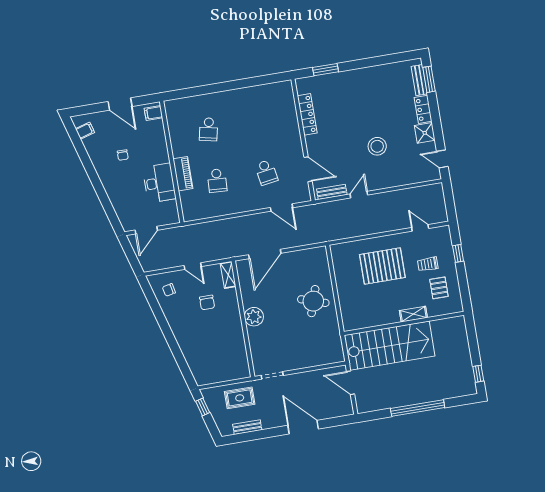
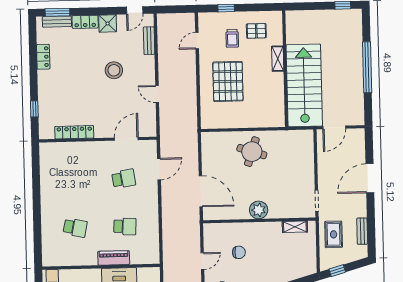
window: (326, 70) -> (34, 109), width x0.67
locker: (381, 71) -> (43, 57), added
bench: (332, 192) -> (149, 41), moved
shelving: (228, 275) -> (295, 227), moved

